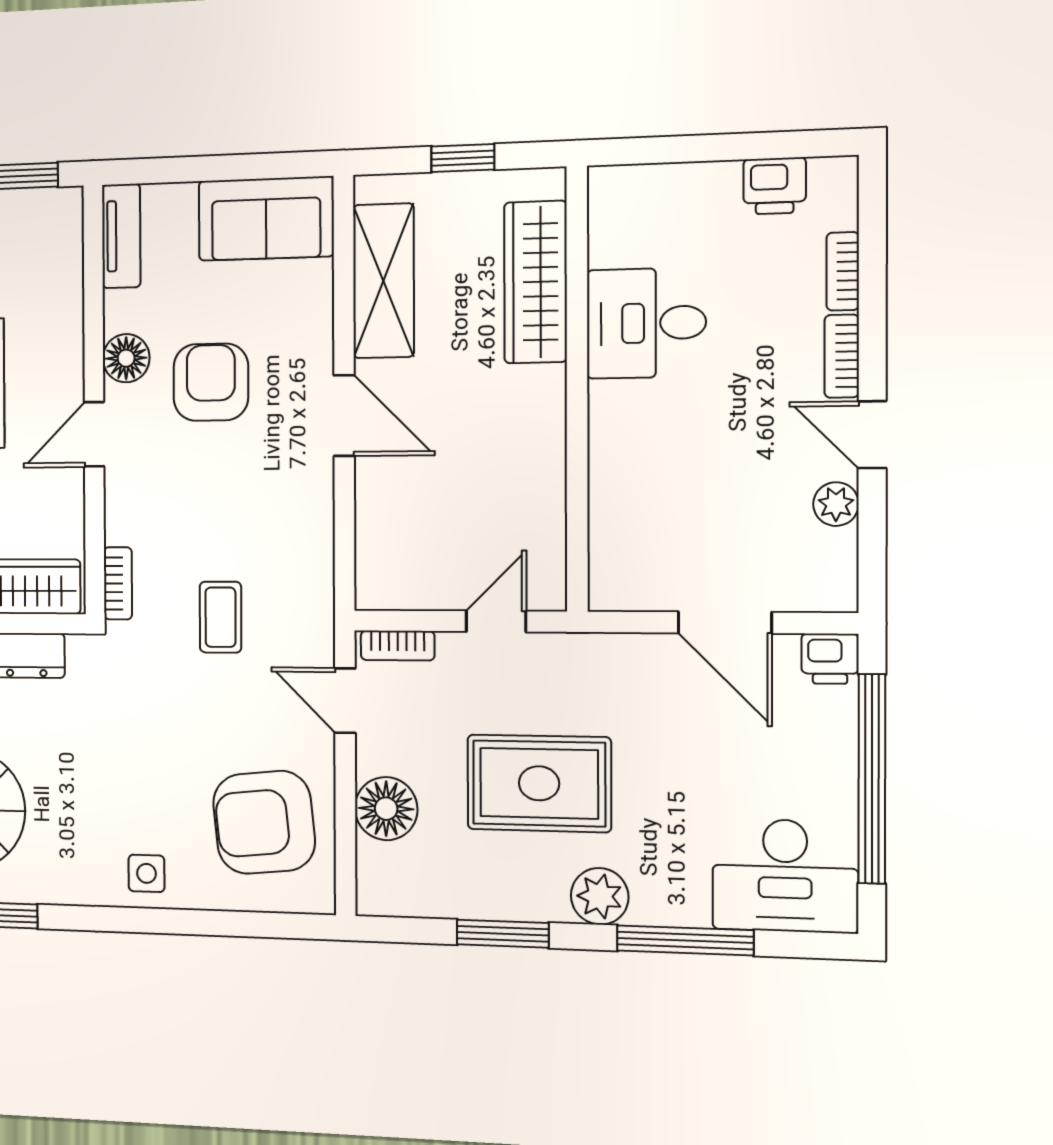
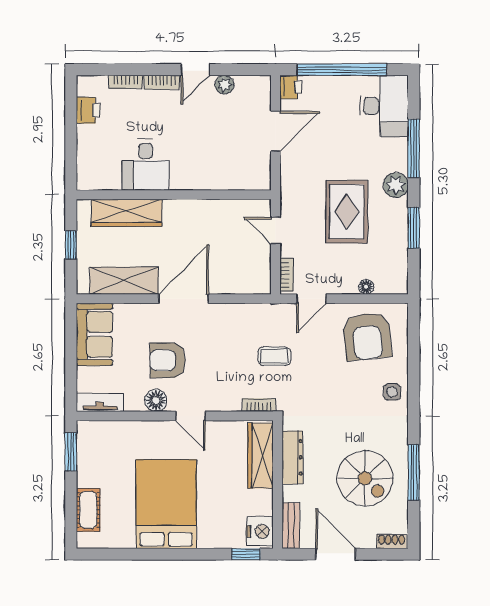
door: (344, 416) -> (184, 299), width x1.36
floor lamp: (386, 809) -> (366, 287), width x0.53, depth x0.53

